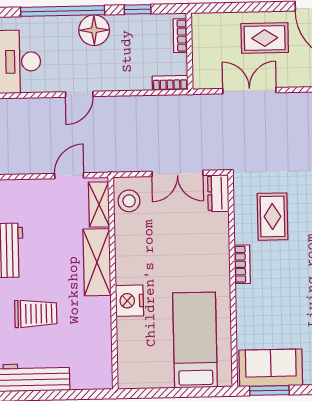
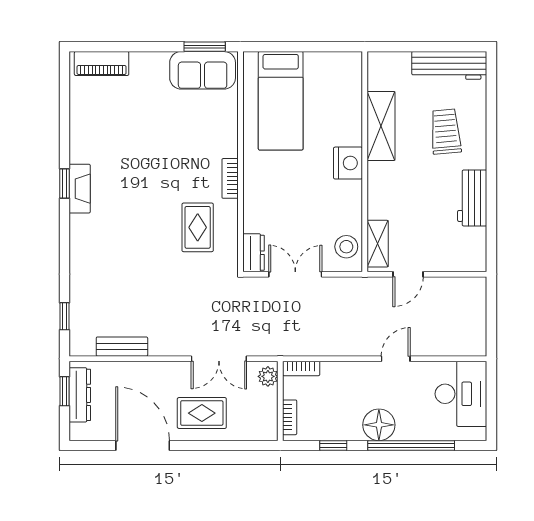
plant: (202, 74) -> (268, 376), added
shelving: (97, 262) -> (381, 126), moved
nightstand: (129, 301) -> (348, 163), moved
trolley: (36, 314) -> (446, 132), turned 85

